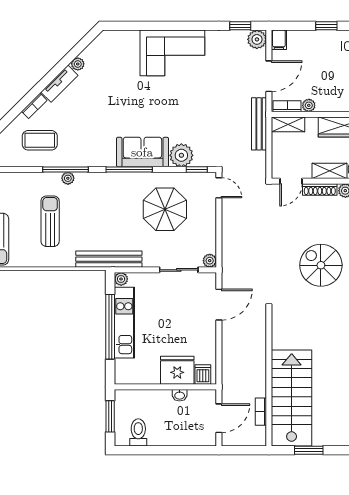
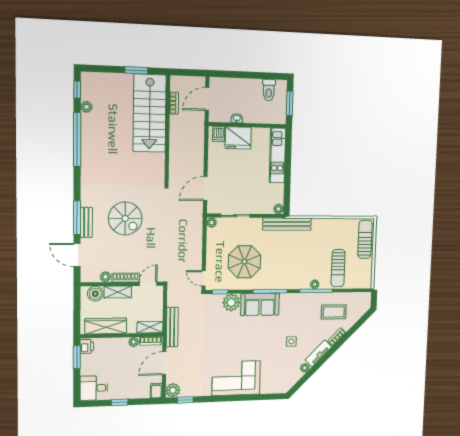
side table: (98, 101) -> (291, 341), added
sun lounger: (50, 221) -> (338, 268), moved
kitchen unit: (124, 323) -> (277, 155), moved
window: (110, 327) -> (287, 173), removed

